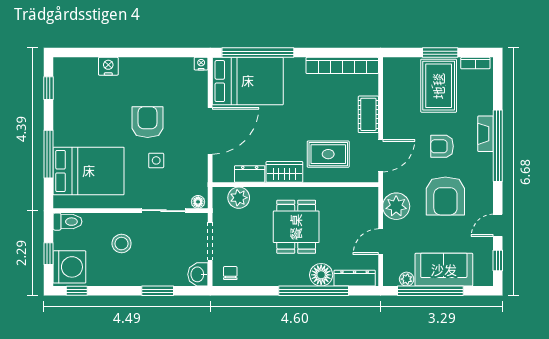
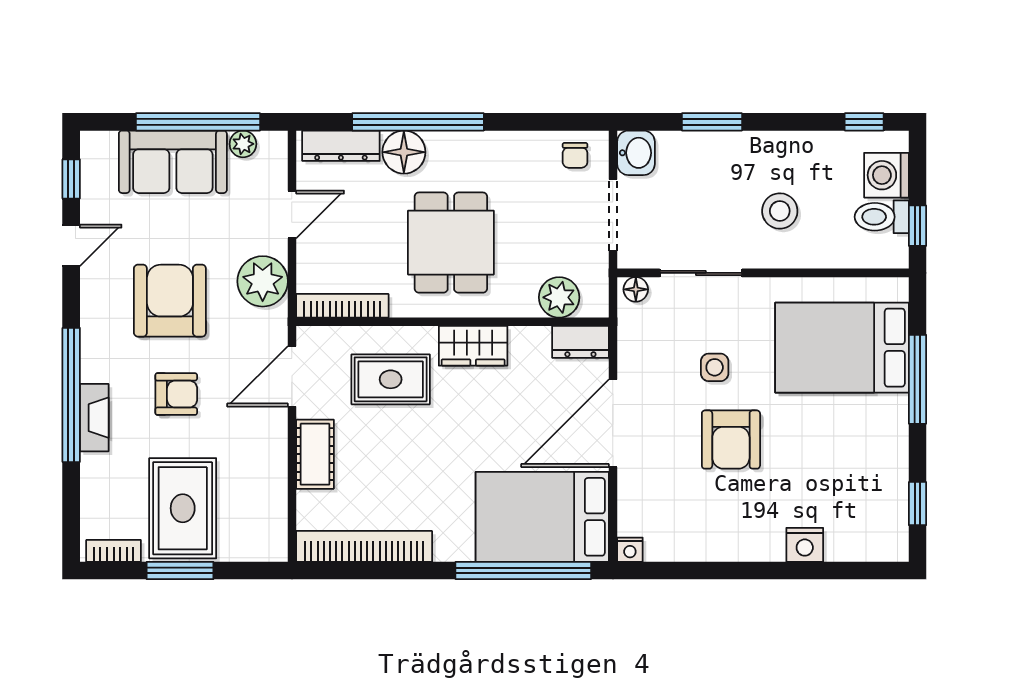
dresser: (250, 174) -> (580, 342), moved
bookcase: (354, 193) -> (342, 306), added
toilet: (67, 222) -> (882, 217), moved
window: (48, 254) -> (917, 226), moved
washing machine: (69, 267) -> (886, 175), width x0.73, depth x0.73

